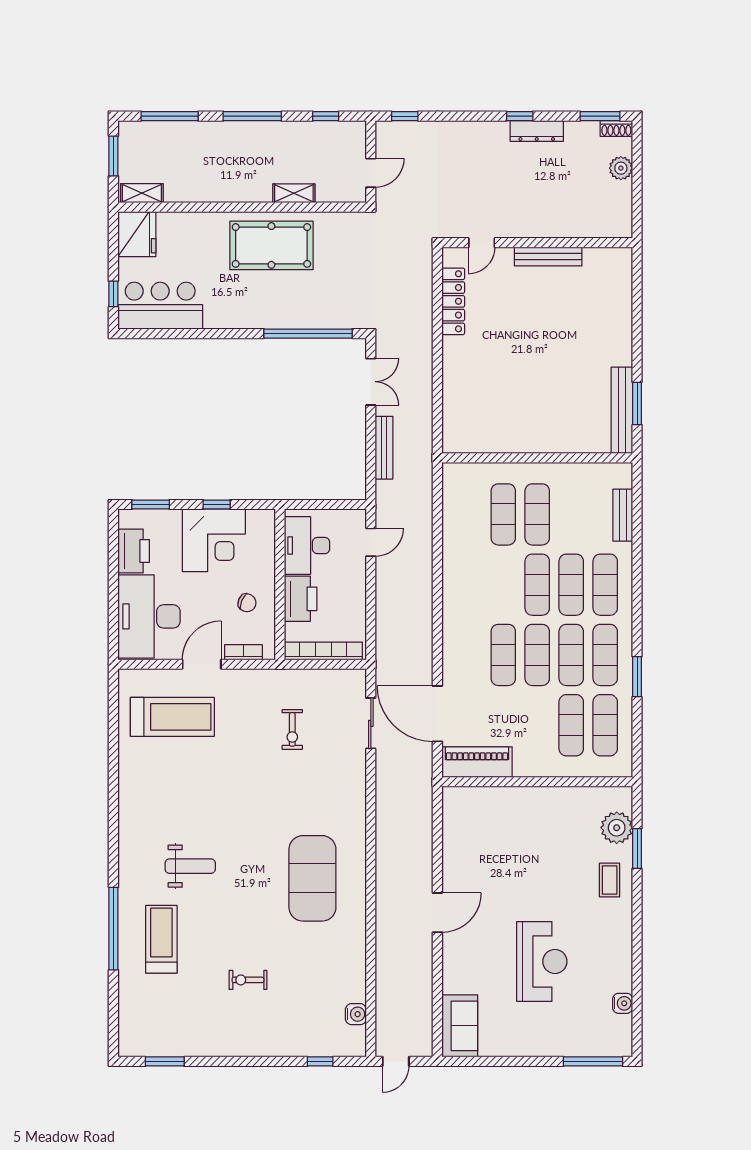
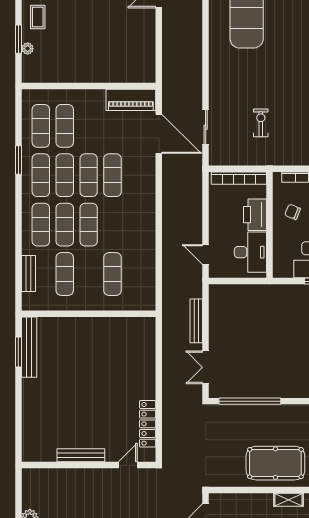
shelving: (294, 193) -> (289, 500), moved
exercise mat: (537, 514) -> (65, 274), moved
door: (371, 542) -> (206, 254), hinge flipped
plant: (617, 828) -> (28, 49), width x0.53, depth x0.53

